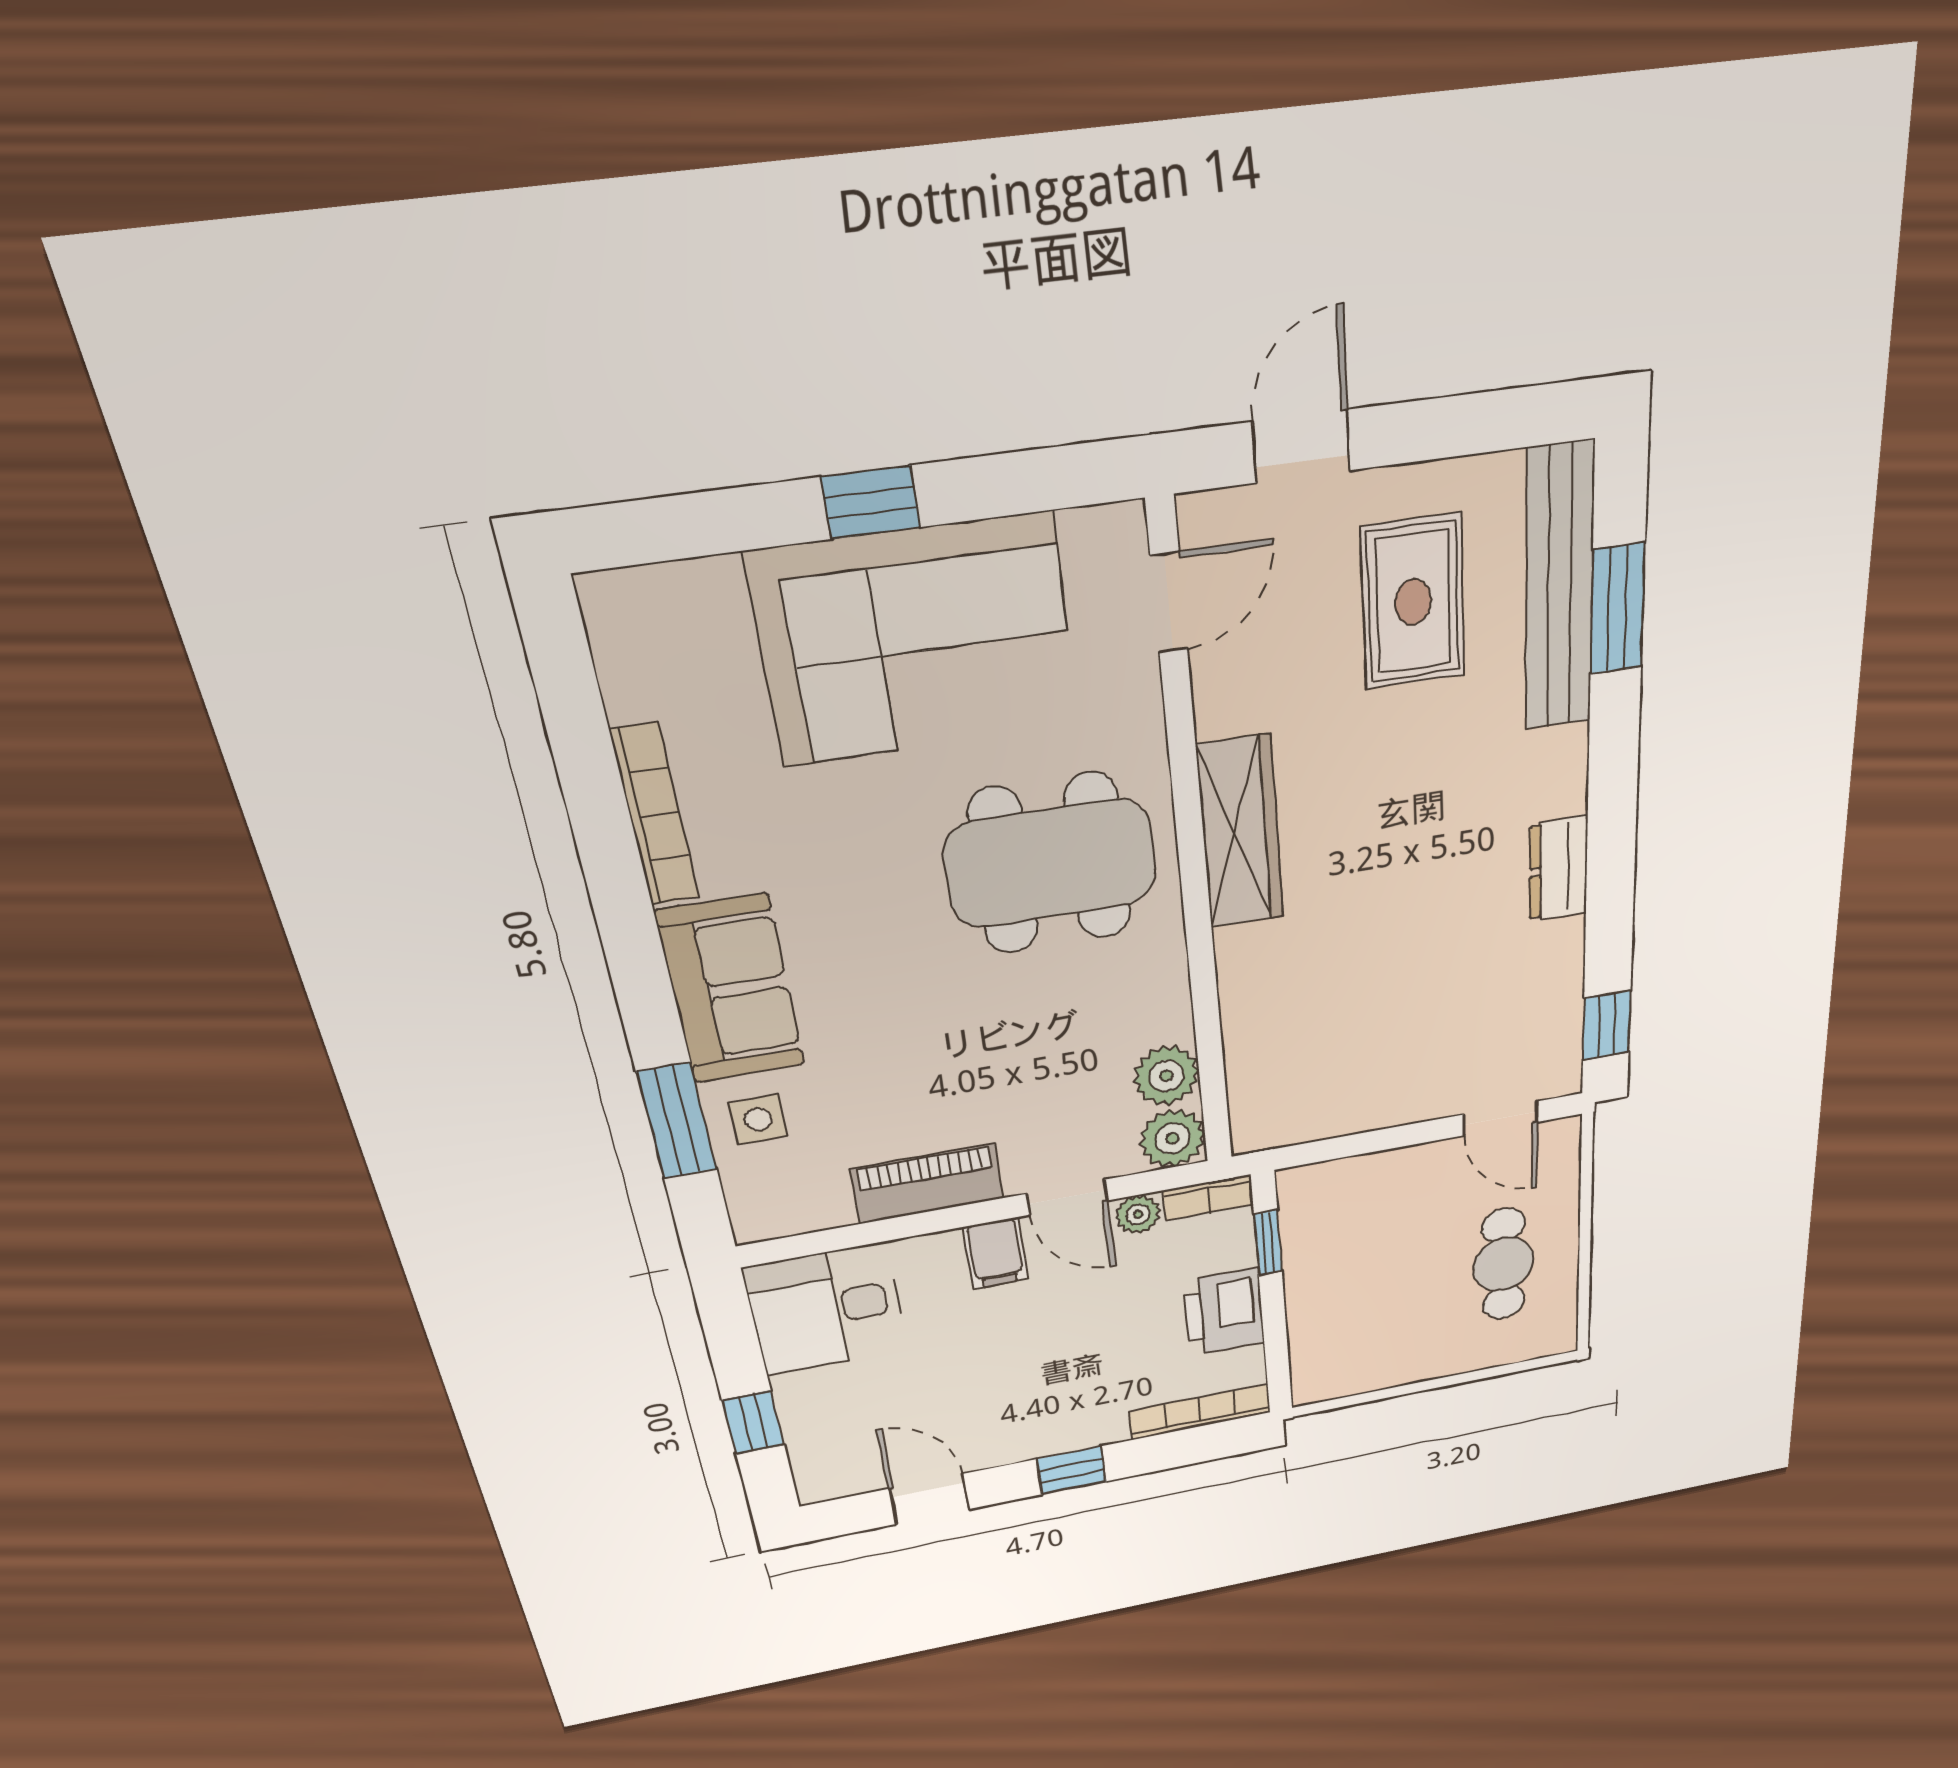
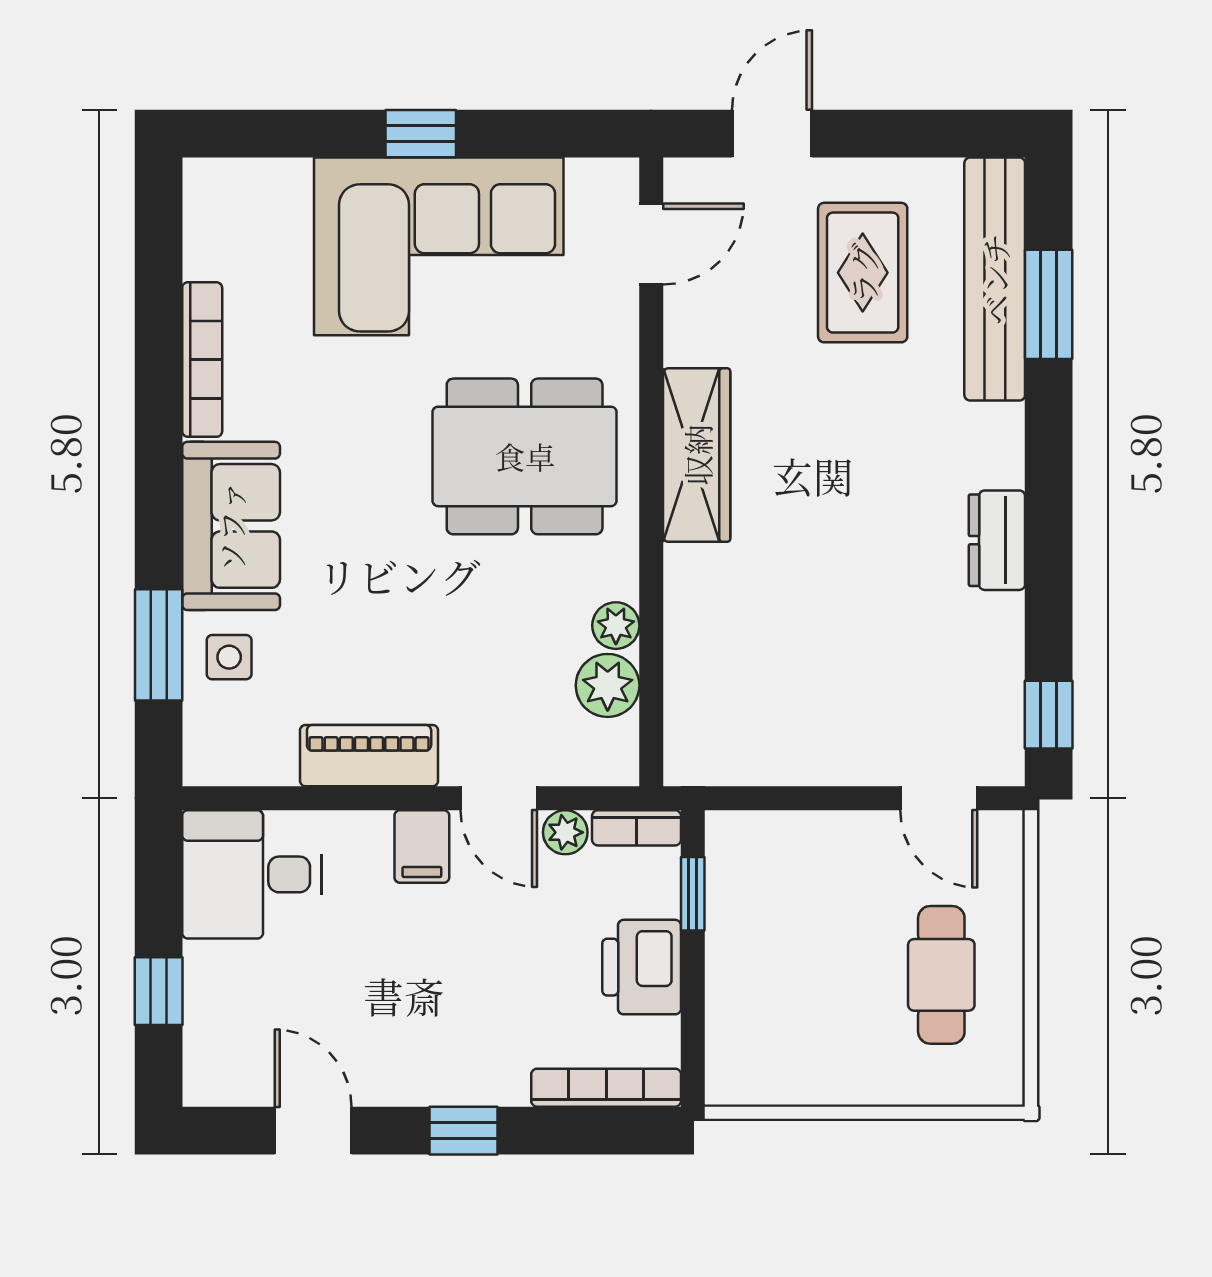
plant: (1172, 1138) -> (616, 626), moved, width x0.73, depth x0.73

